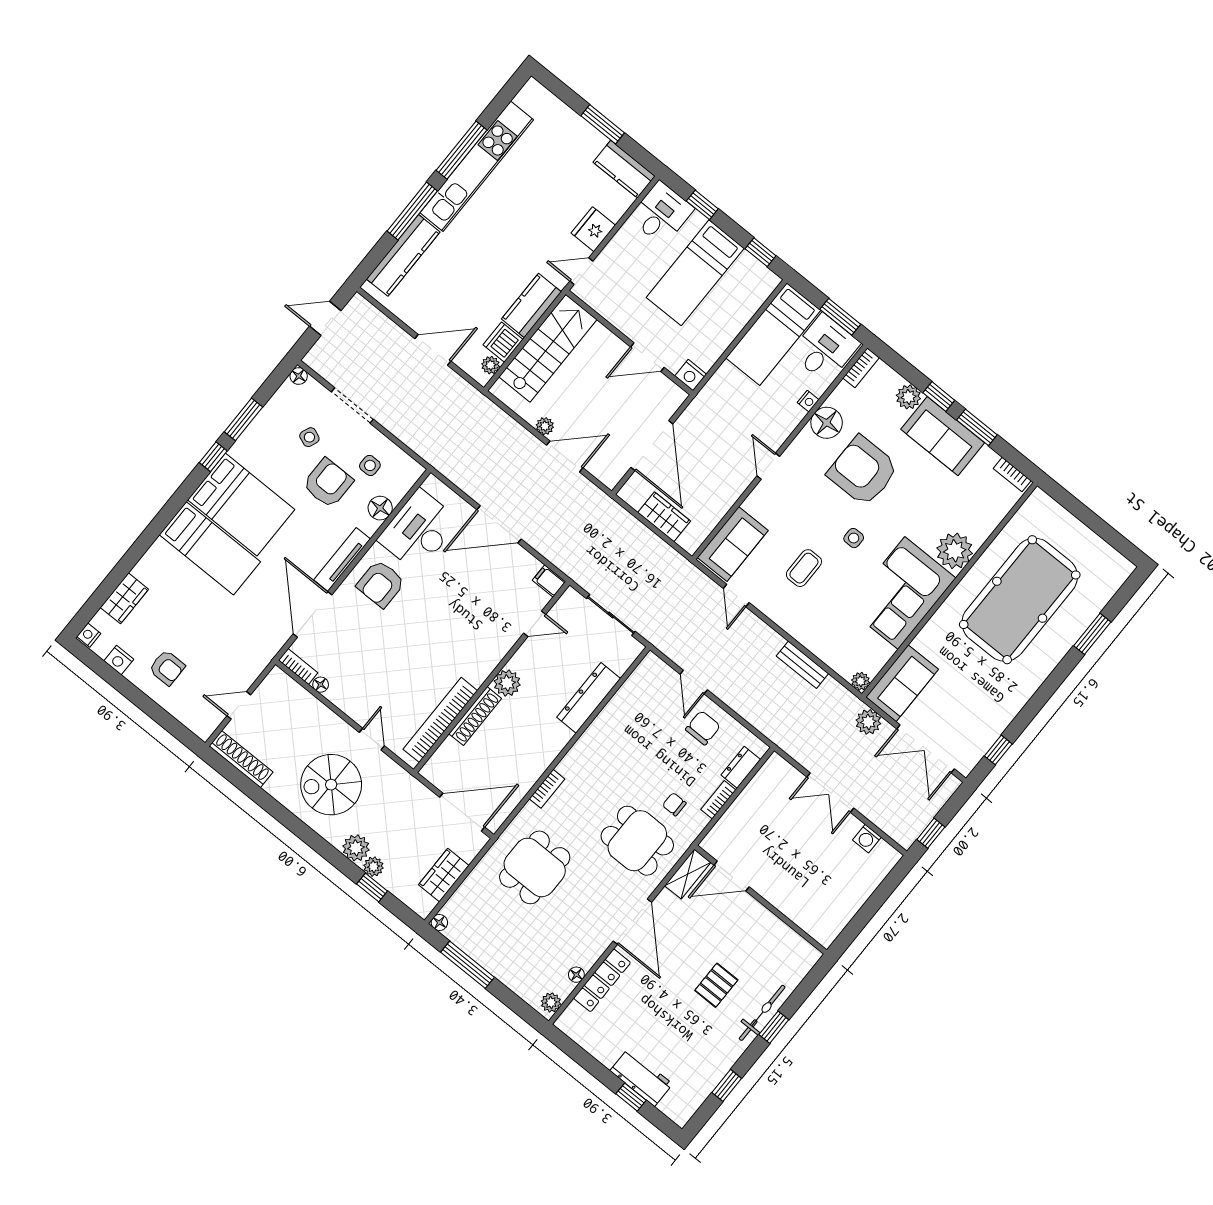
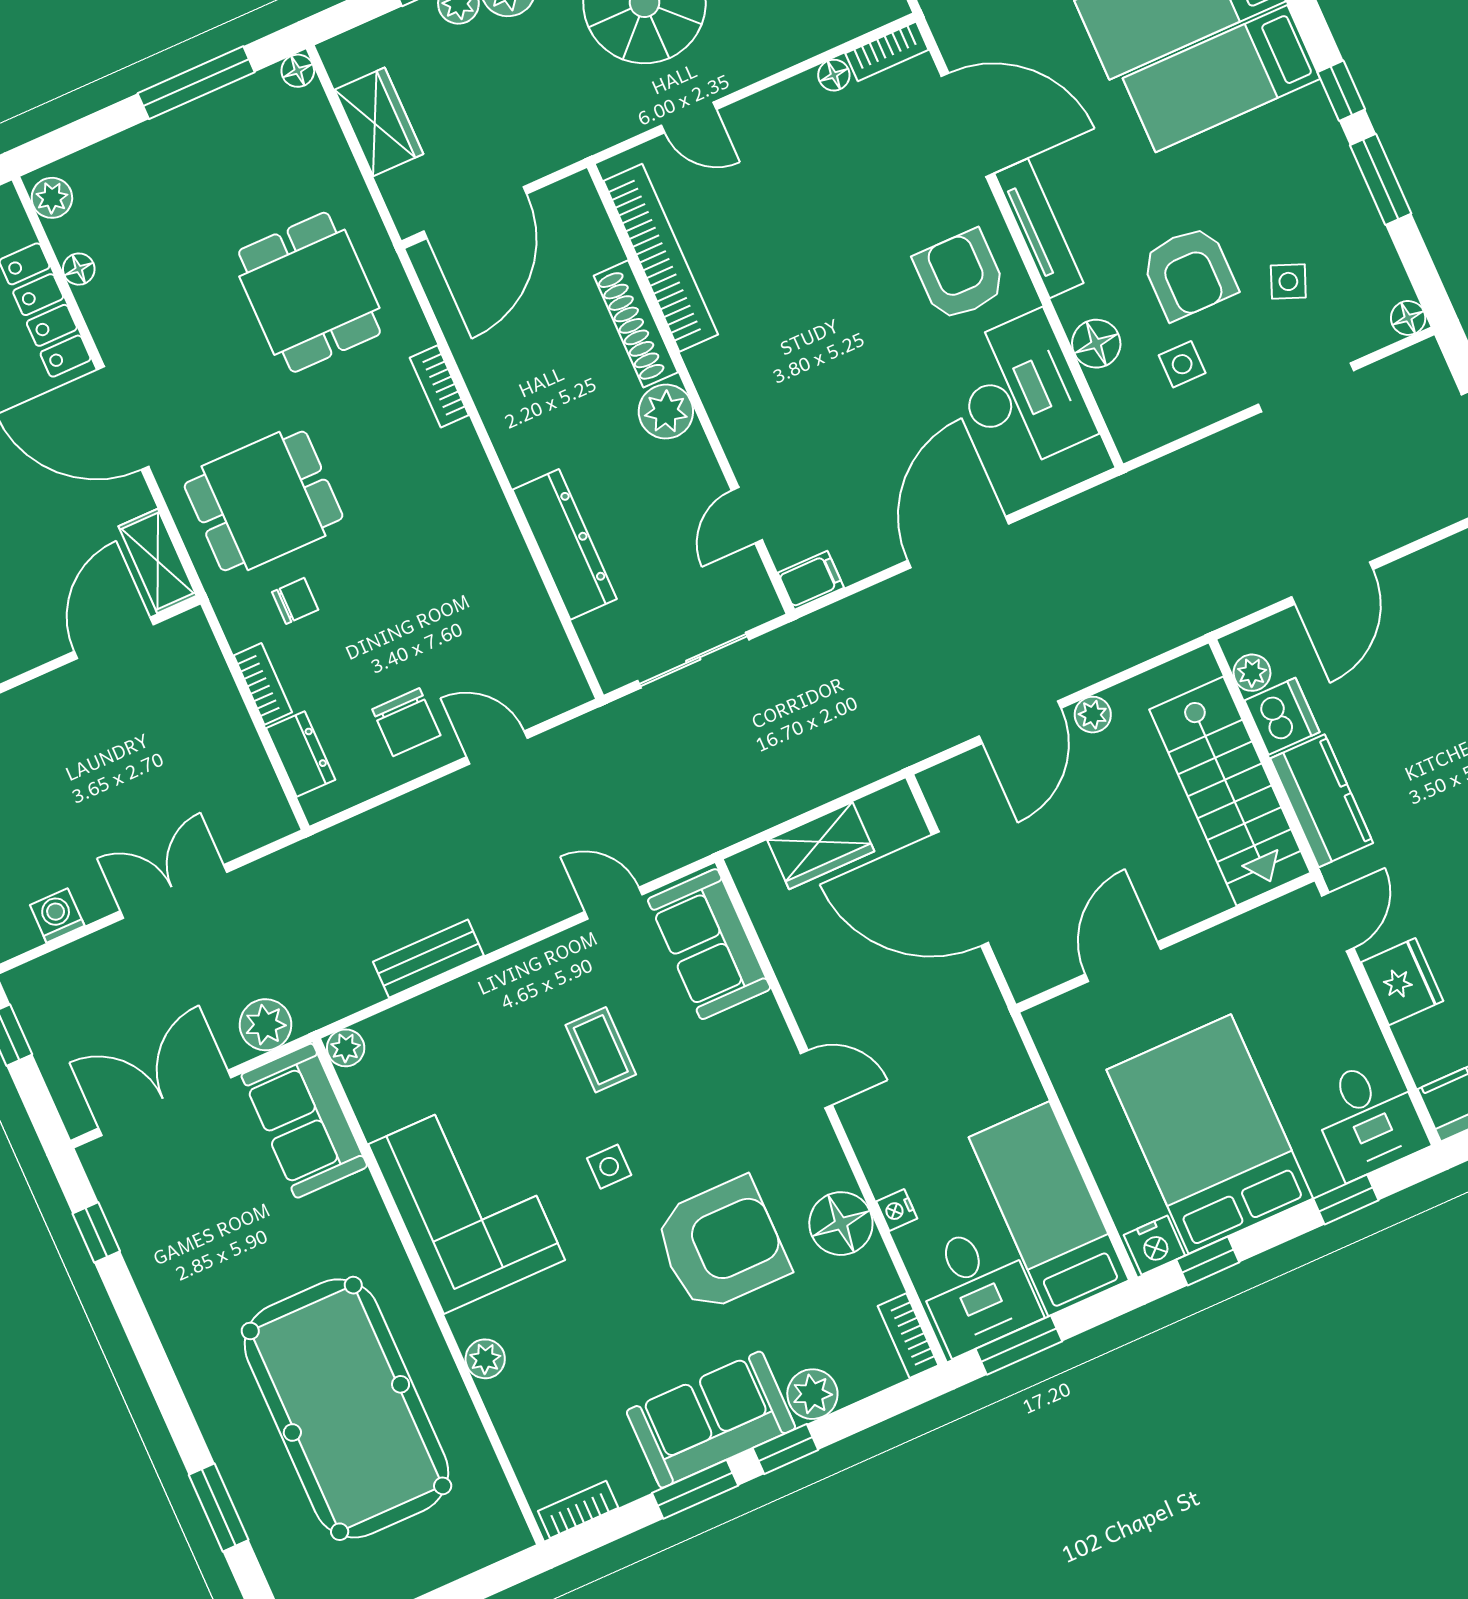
bed: (695, 273) -> (1210, 1134), width x1.50
nightstand: (691, 375) -> (1154, 1245), moved, turned 180
bed: (241, 505) -> (1221, 79), width x0.67
plant: (955, 551) -> (485, 1359), width x0.53, depth x0.53

